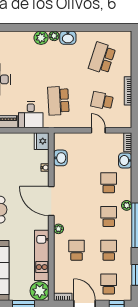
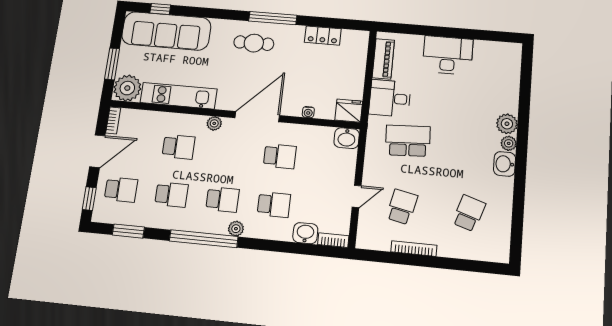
school desk: (102, 58) -> (469, 213), width x0.54
washbasin: (60, 158) -> (347, 138), moved
school desk: (77, 183) -> (280, 156), added

